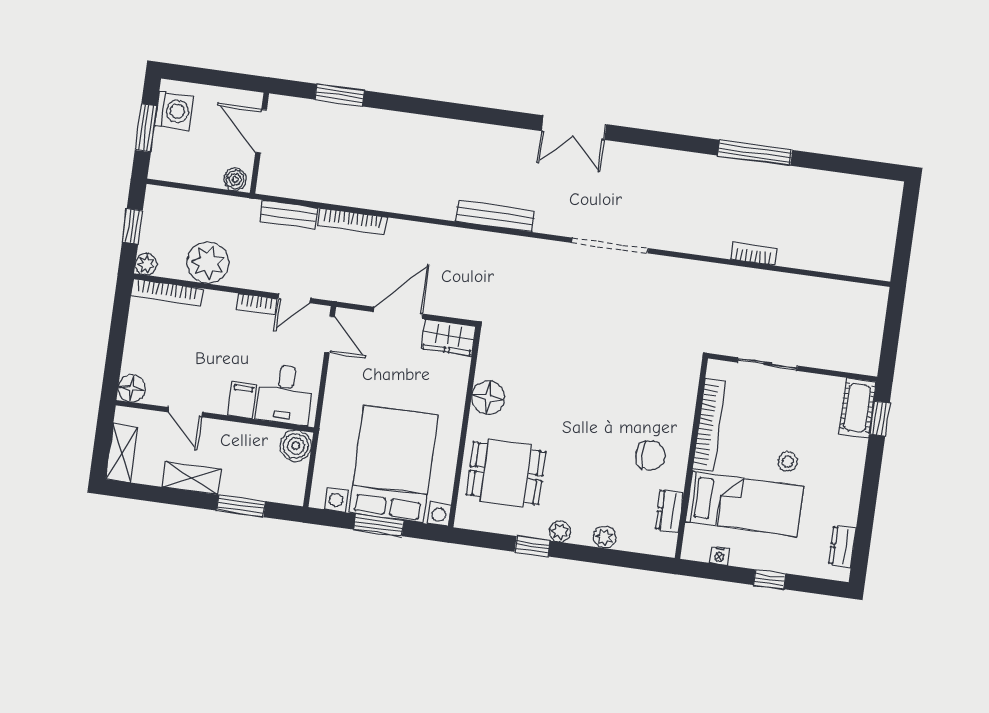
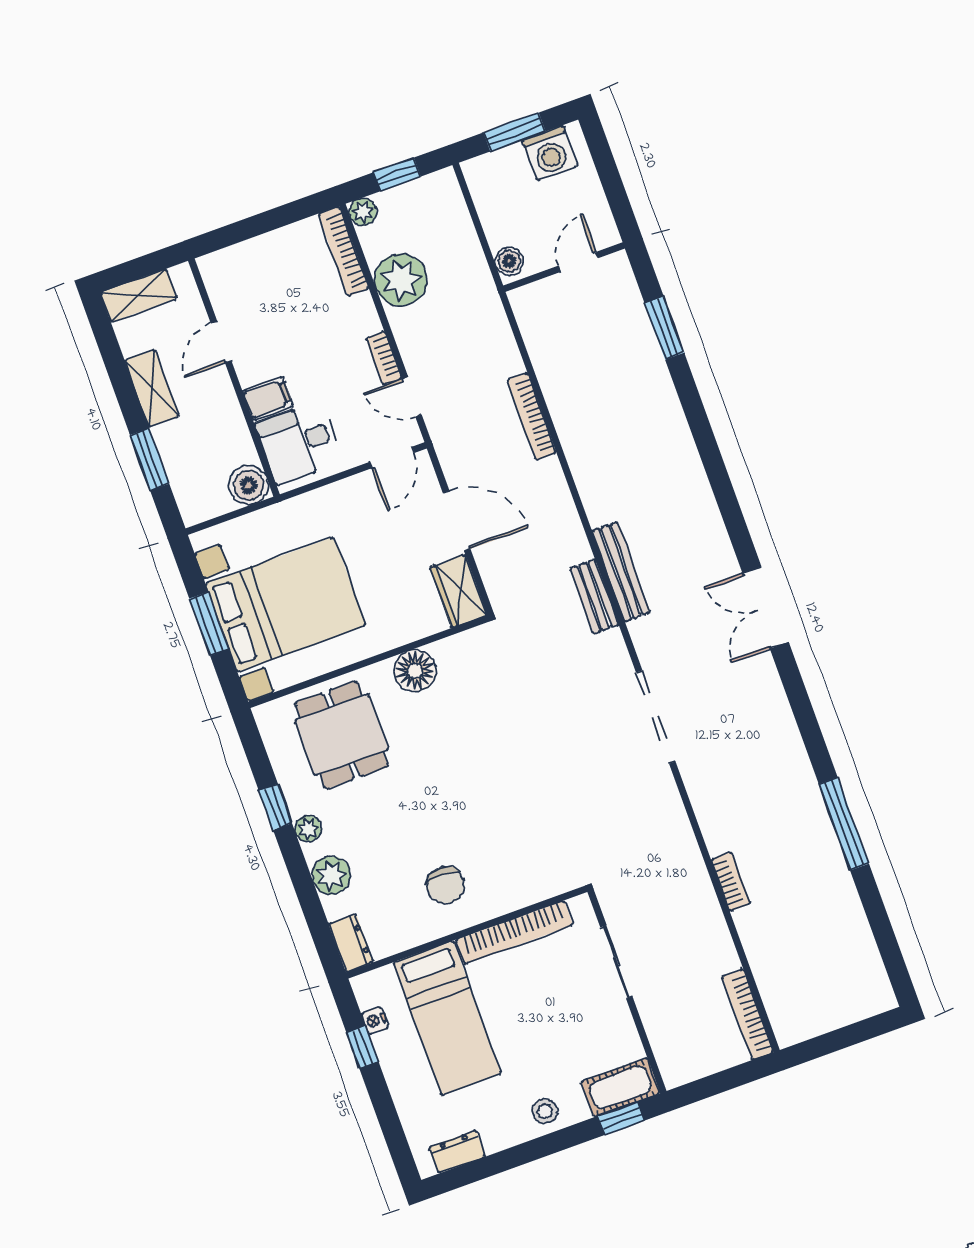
door: (261, 131) -> (578, 262), width x0.73
bench: (289, 214) -> (594, 596), moved
bookcase: (853, 291) -> (748, 1014), added
floor lamp: (132, 388) -> (216, 269), removed
stool: (788, 462) -> (545, 1111), moved
dresser: (669, 511) -> (351, 943), moved, turned 90
plant: (605, 537) -> (331, 875), width x1.38, depth x1.38
window: (770, 579) -> (362, 1047), moved

